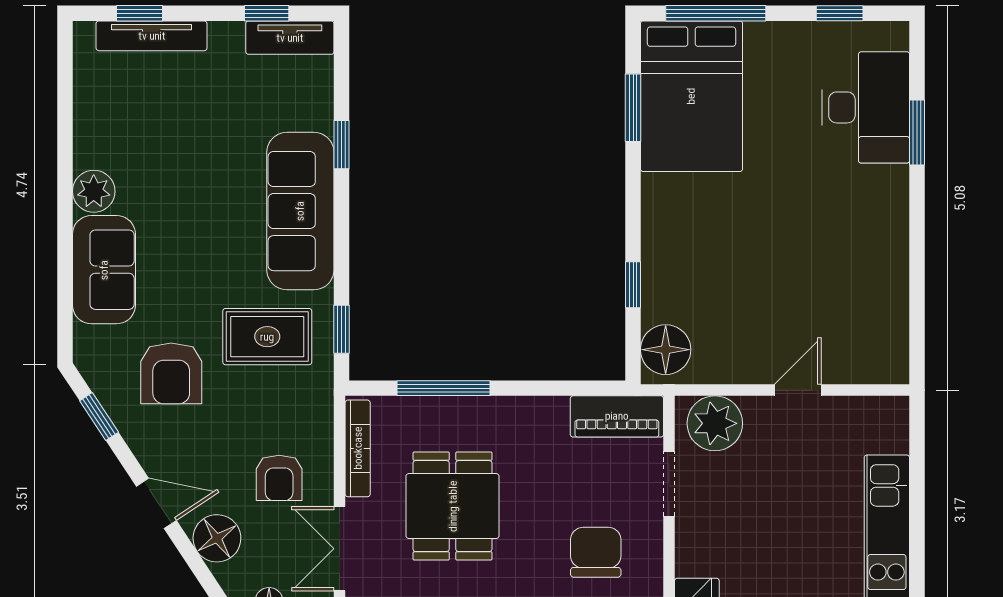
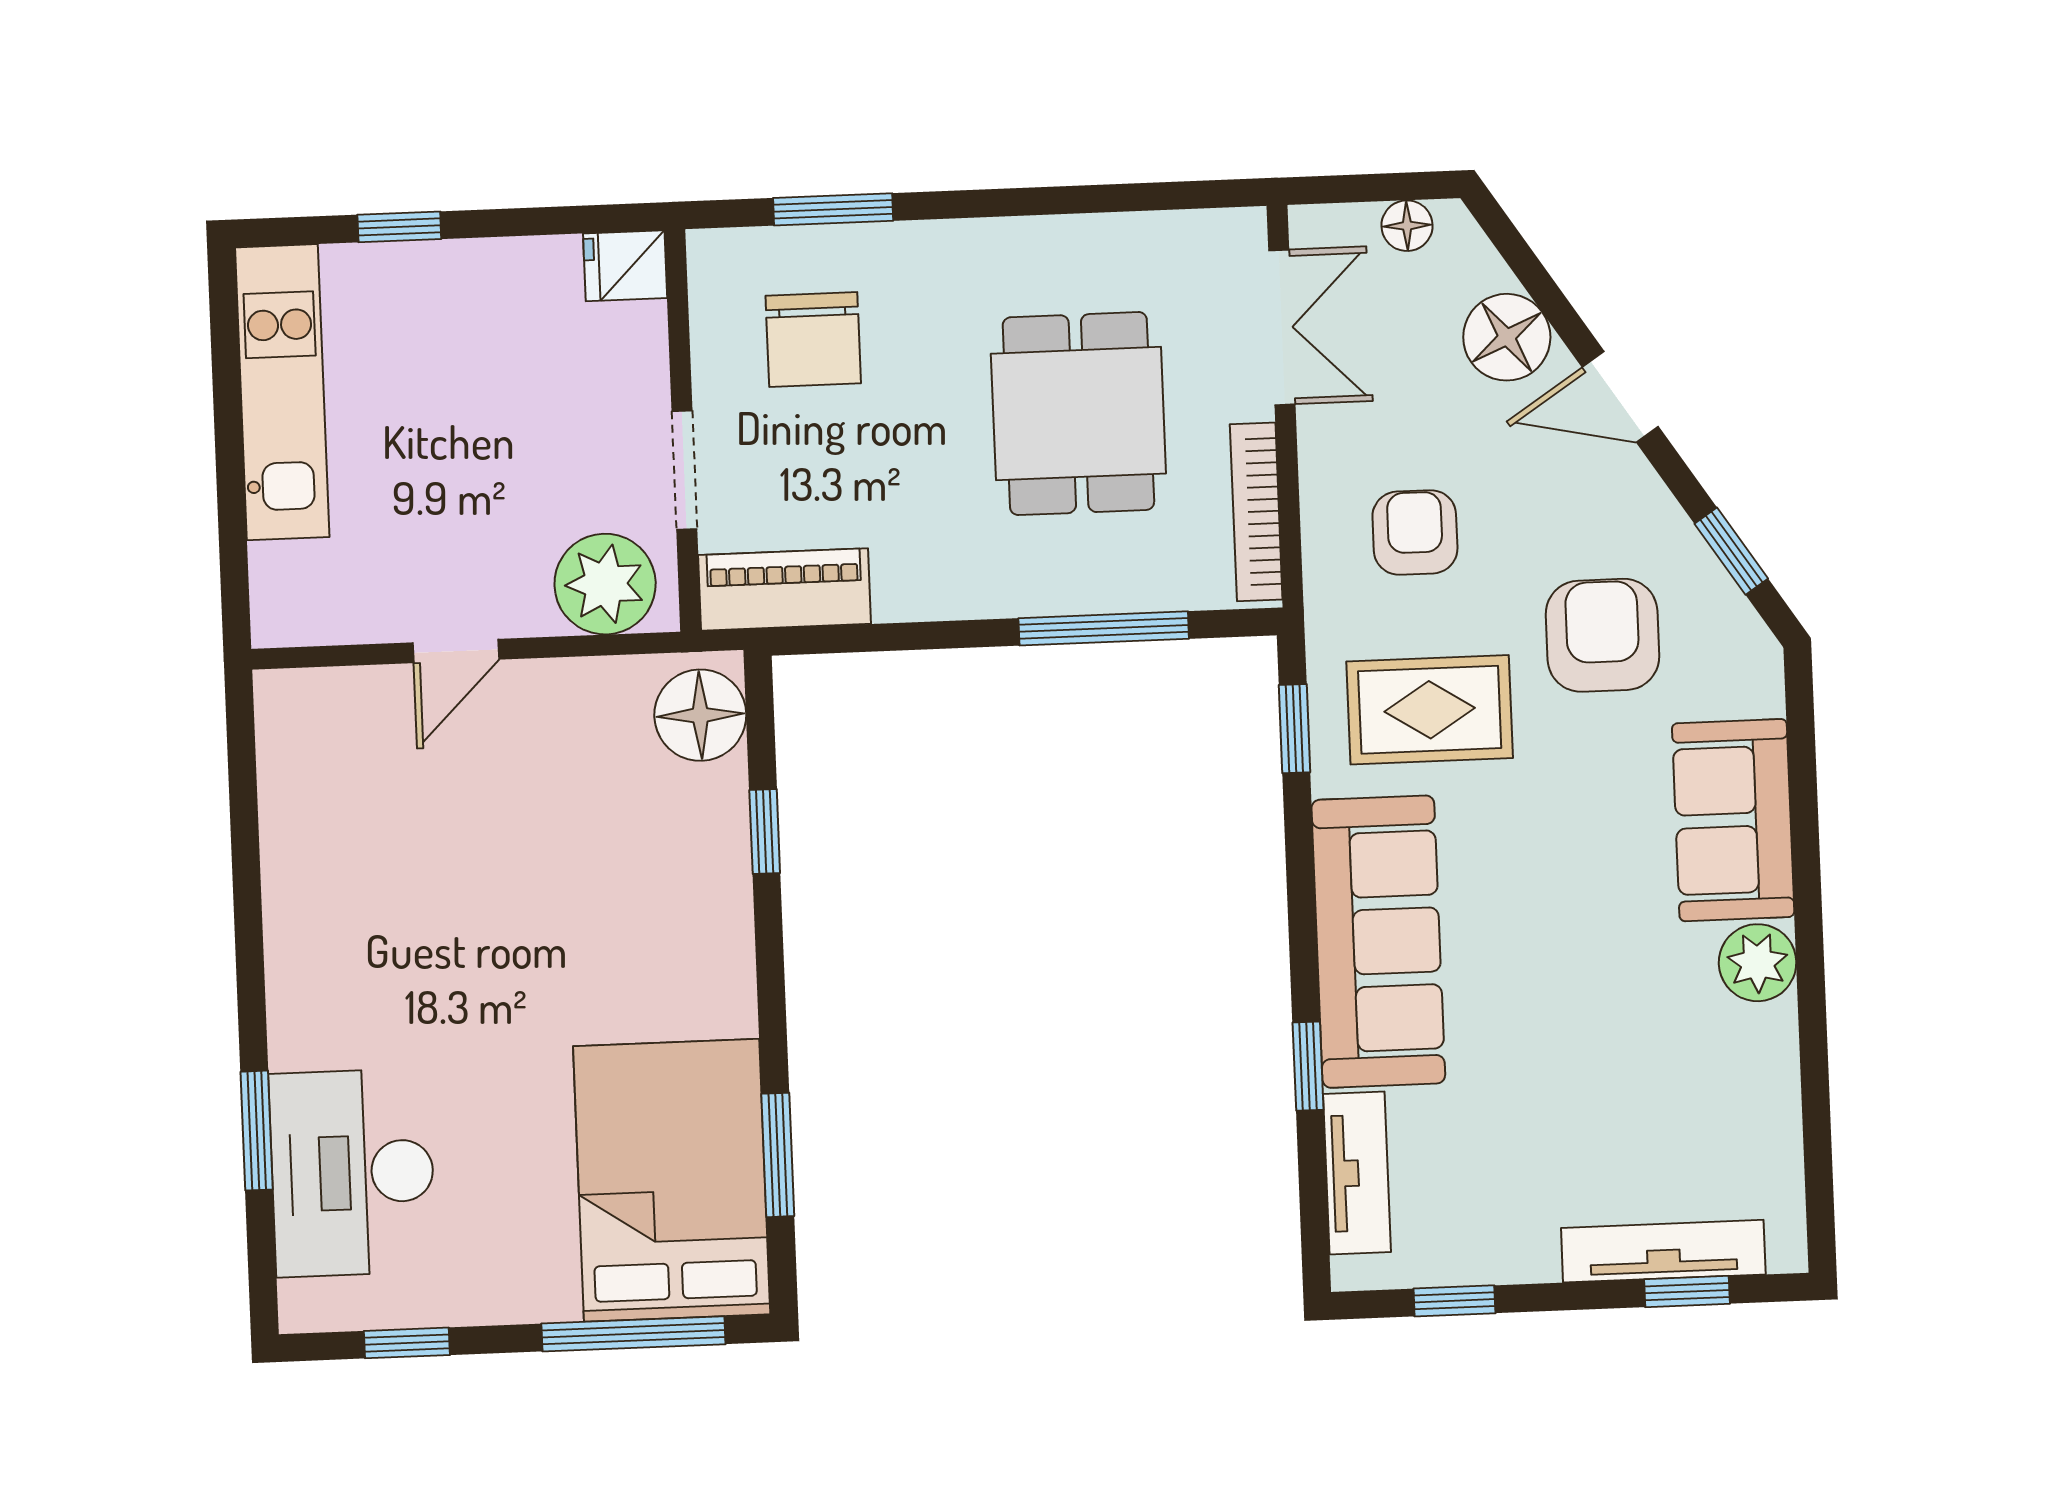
tv unit: (290, 38) -> (1357, 1173), moved, turned 90
armchair: (279, 478) -> (1415, 532), moved

